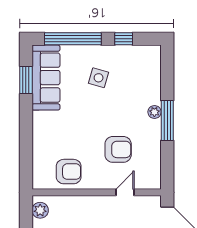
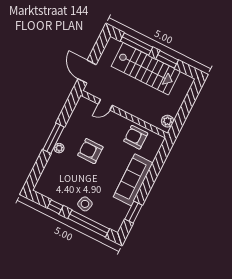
sofa: (46, 78) -> (133, 180), moved
side table: (99, 78) -> (85, 204), moved
armchair: (118, 149) -> (90, 151), moved

